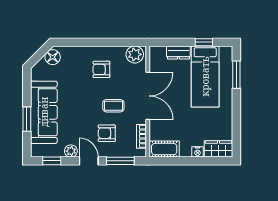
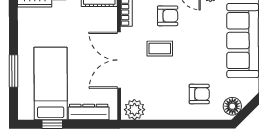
dresser: (178, 52) -> (89, 112), width x1.44
armchair: (101, 69) -> (199, 94), moved
window: (236, 75) -> (13, 71), moved

